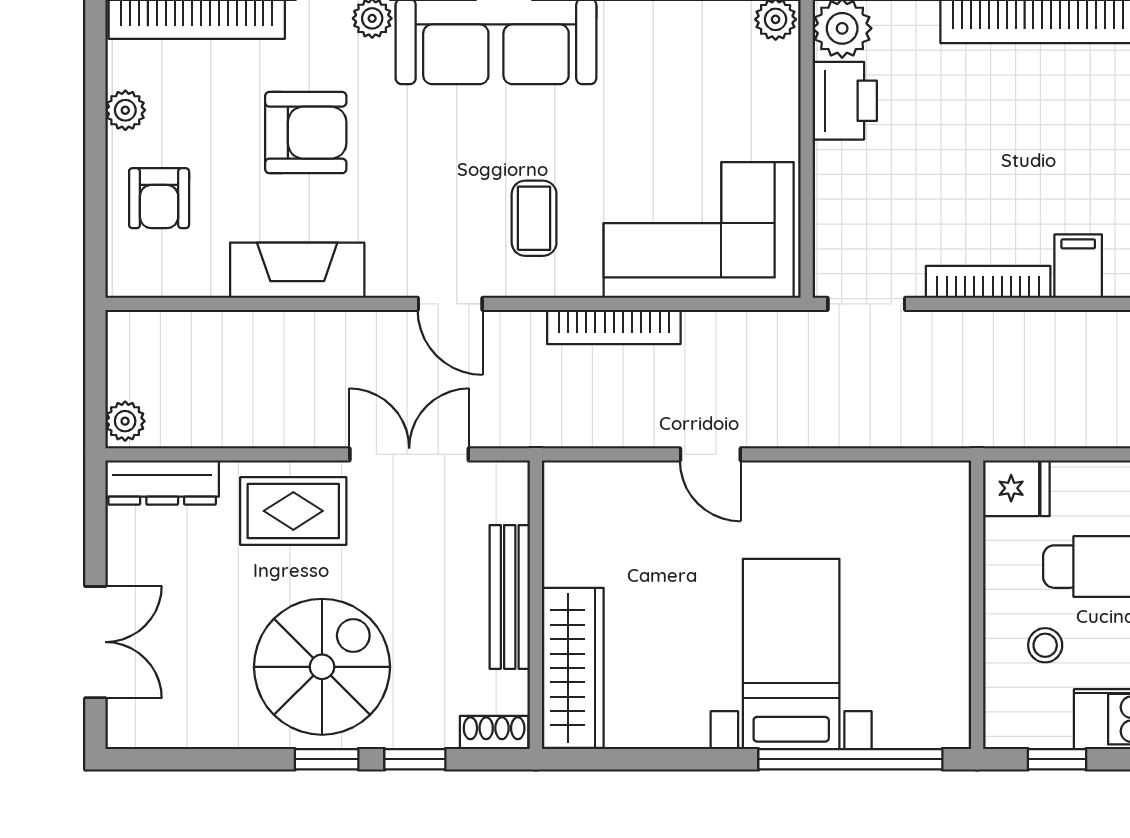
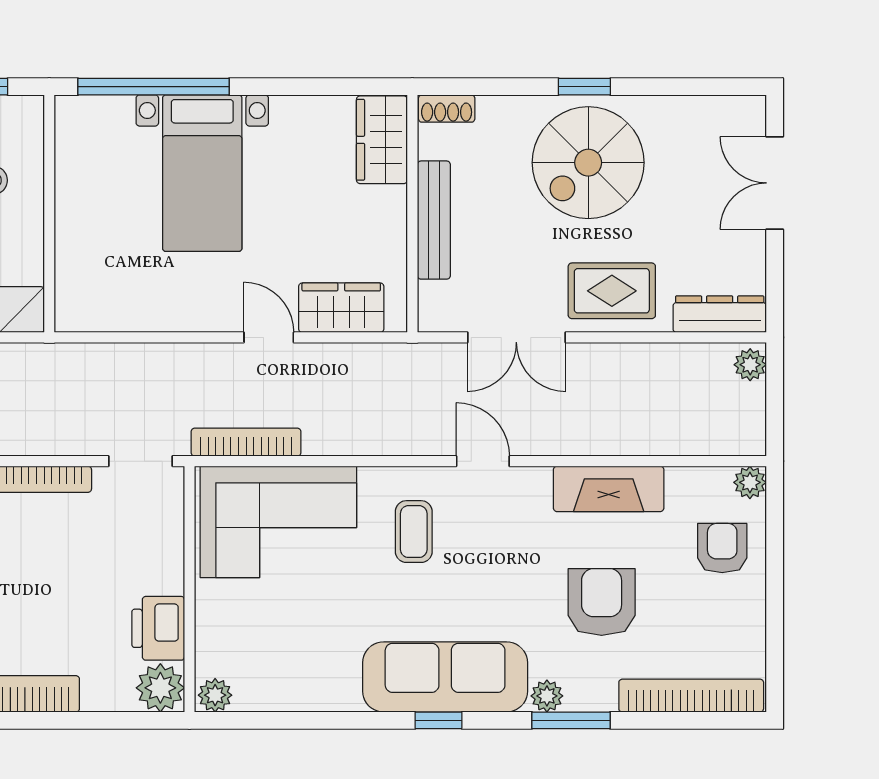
plant: (125, 110) -> (750, 482), moved
armchair: (306, 133) -> (602, 602), turned 90
bookcase: (614, 327) -> (246, 442), moved
wardrobe: (622, 490) -> (341, 308), added
wardrobe: (573, 668) -> (382, 140), width x0.67
window: (415, 759) -> (512, 87), removed

